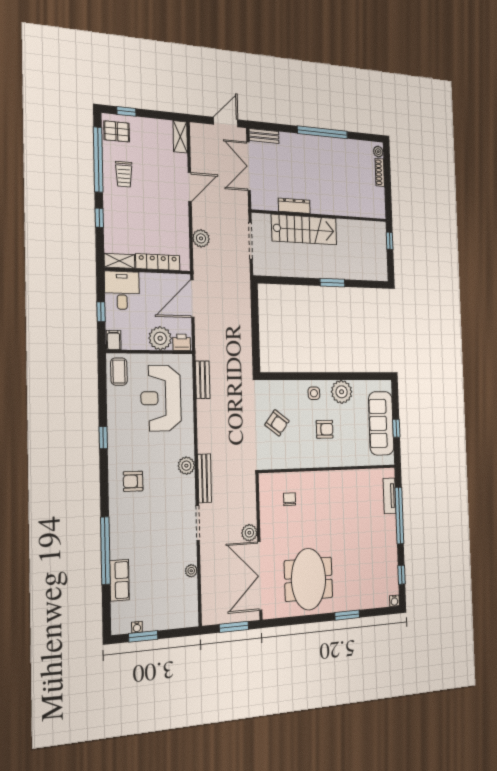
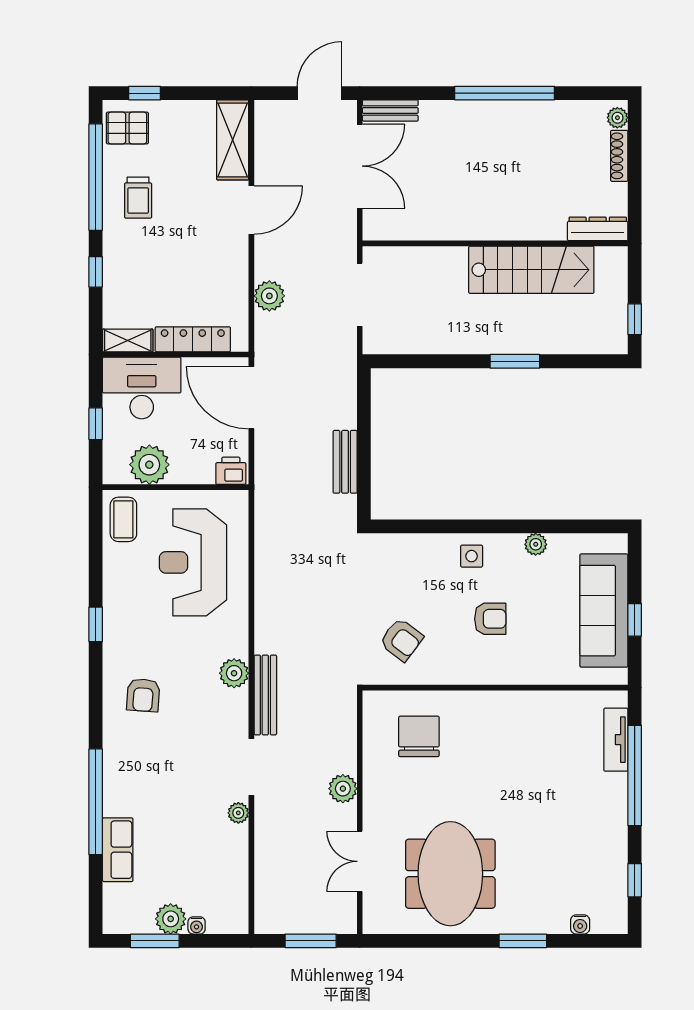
shelving: (180, 137) -> (233, 140), width x1.50, depth x1.33
double door: (249, 166) -> (360, 166), swing flipped
dresser: (294, 206) -> (598, 229), moved
stairs: (304, 230) -> (531, 270), moved
window: (390, 241) -> (635, 319), moved
desk: (122, 290) -> (142, 388), width x1.37
door: (192, 299) -> (251, 398), hinge flipped
plant: (160, 338) -> (149, 465), moved
filing cabinet: (114, 340) -> (116, 469), removed
bench: (203, 380) -> (345, 462), moved
plant: (342, 392) -> (536, 544), width x0.53, depth x0.53
armchair: (277, 423) -> (401, 640), moved
armchair: (133, 481) -> (143, 695), turned -86
chair: (290, 499) -> (419, 736), width x1.87, depth x1.87
plant: (191, 571) -> (238, 813), moved
double door: (260, 576) -> (360, 861), width x0.54
water cooler: (394, 601) -> (580, 924), moved
plant: (152, 621) -> (171, 919), added
water cooler: (137, 627) -> (197, 925), moved

